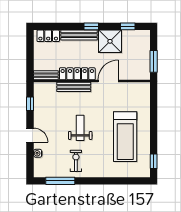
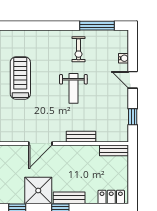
bench: (79, 35) -> (69, 198), width x0.73
locker: (77, 74) -> (77, 152), removed
bench: (74, 87) -> (81, 137), width x0.73
treadmill: (125, 137) -> (20, 78), width x0.73, depth x0.73

